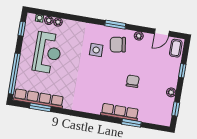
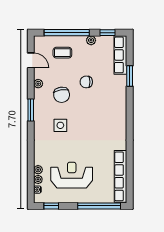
chair: (118, 45) -> (62, 95), moved
coffee table: (176, 48) -> (62, 53), moved
window: (182, 71) -> (67, 33), width x3.17
window: (40, 107) -> (130, 173), removed
row of seats: (120, 112) -> (120, 55), moved

